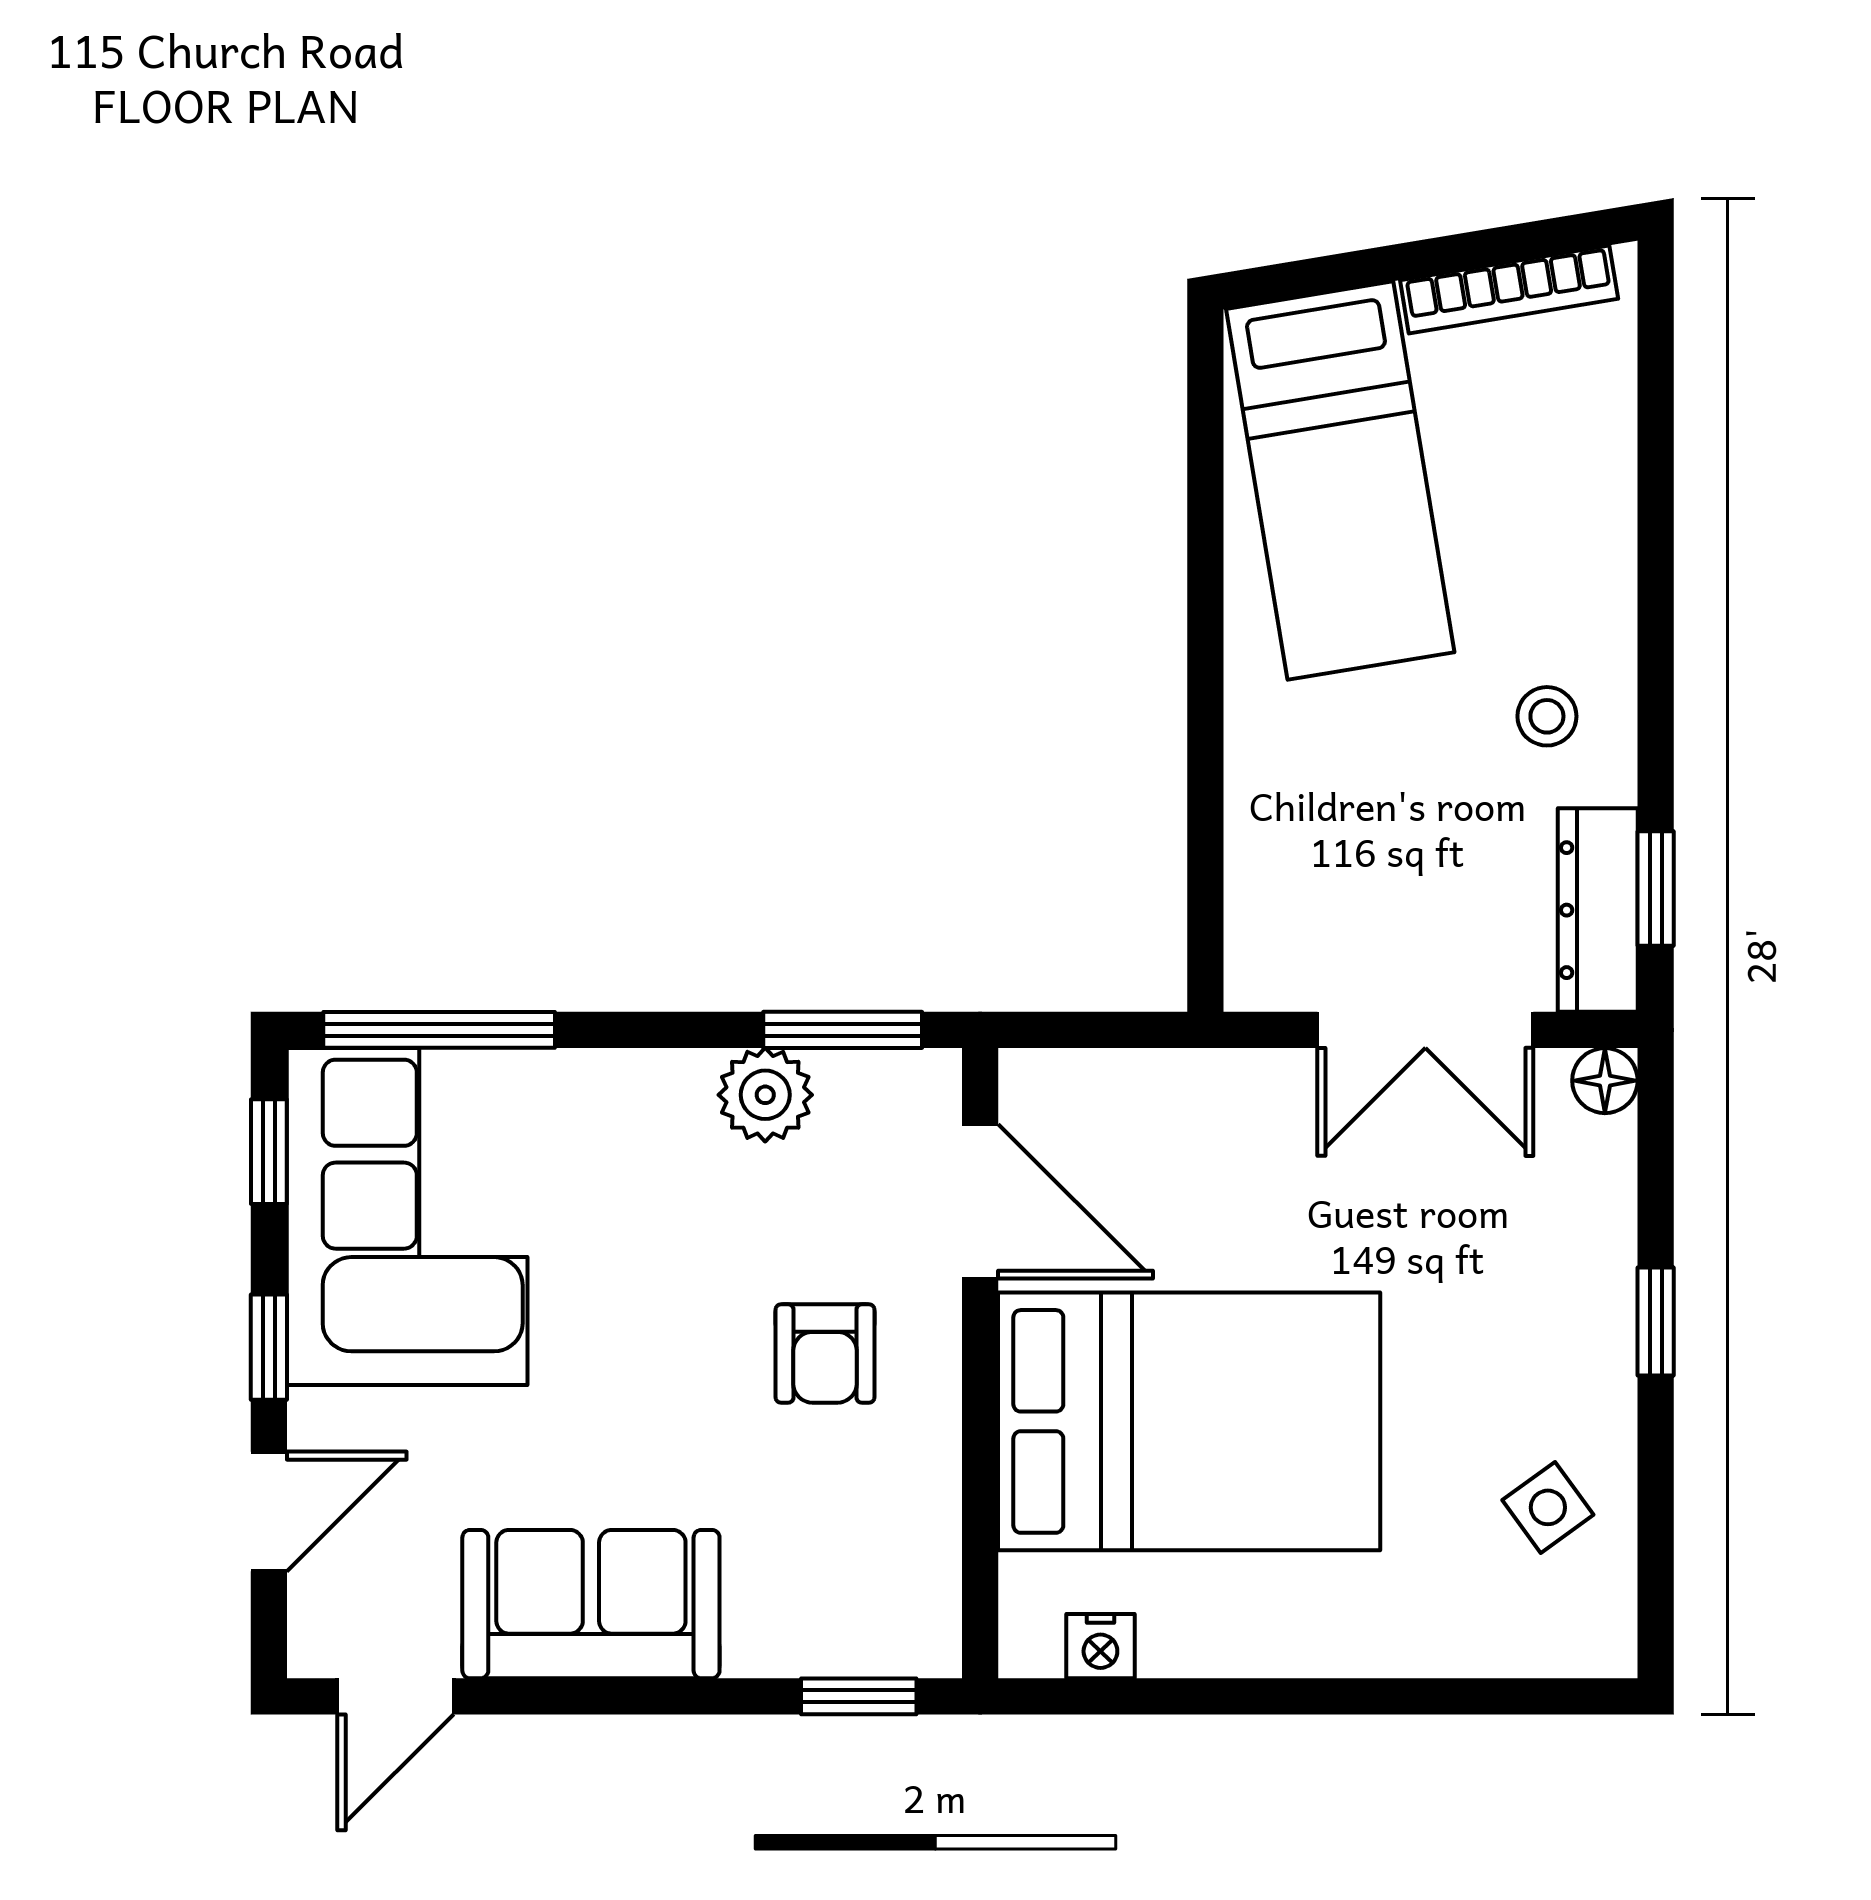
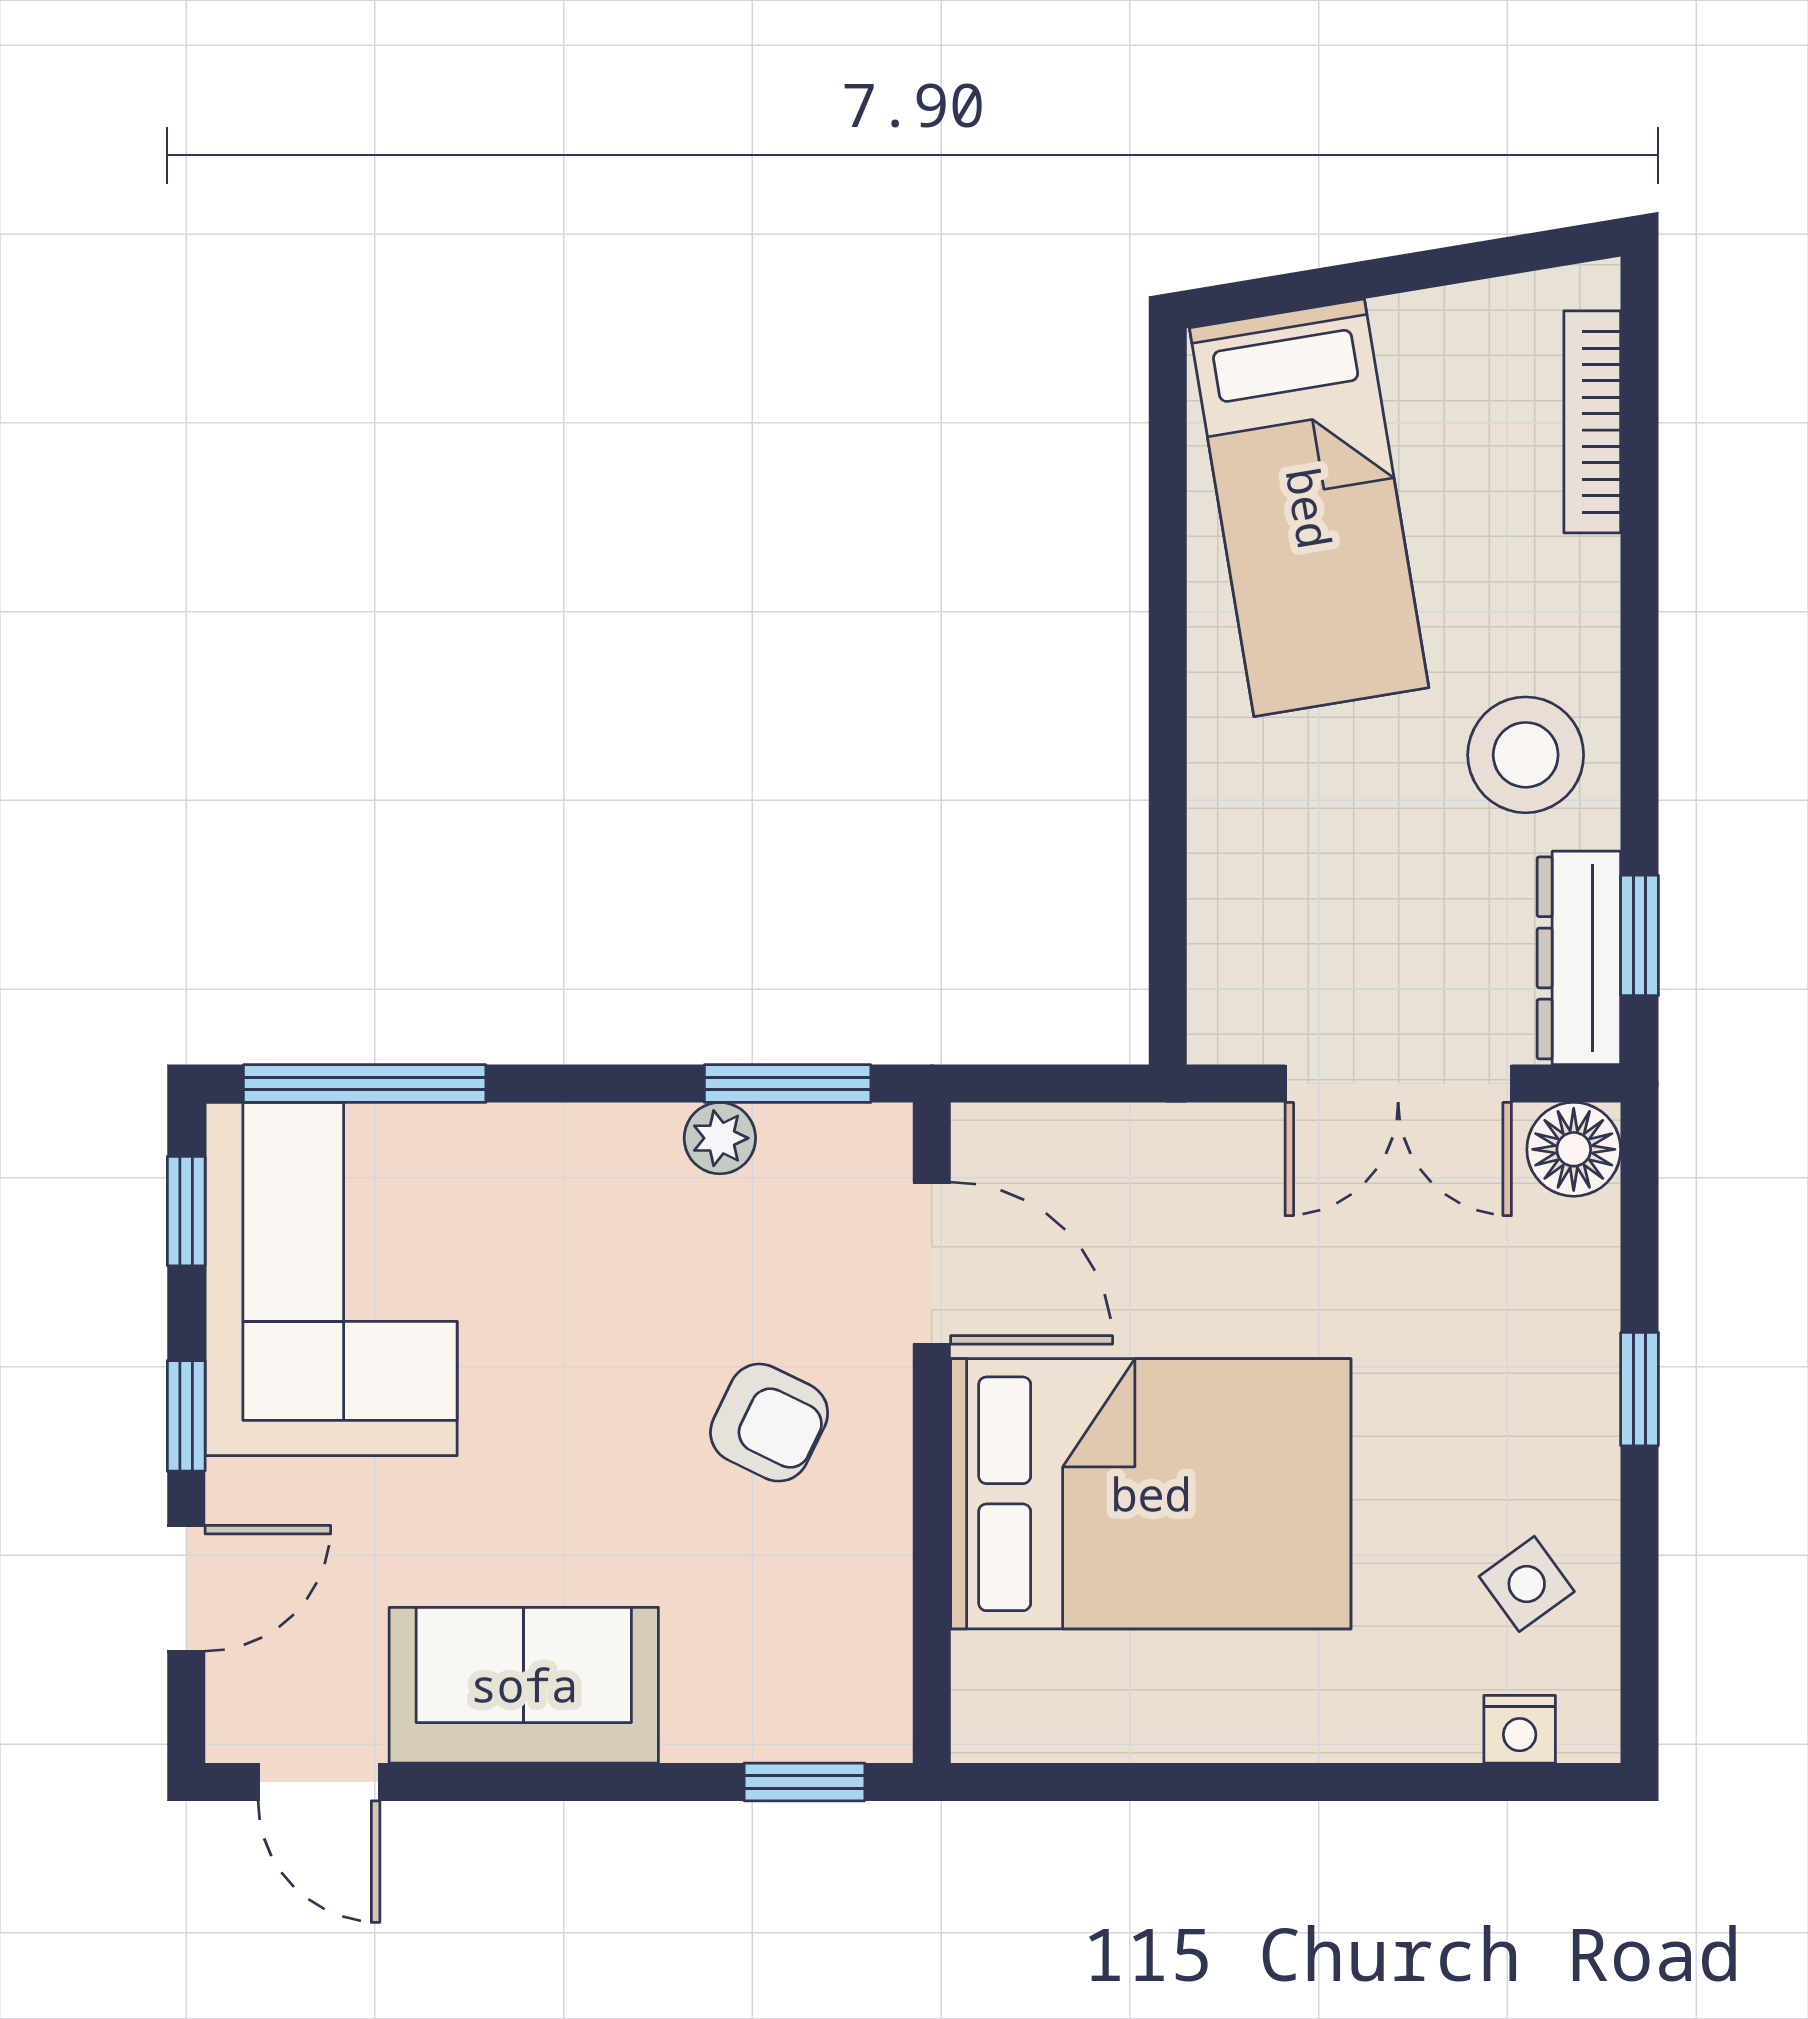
bookcase: (1509, 289) -> (1592, 422), moved, turned 99
stool: (1547, 716) -> (1526, 755), width x1.89, depth x1.89
floor lamp: (1605, 1081) -> (1574, 1149), width x1.37, depth x1.37
plant: (765, 1095) -> (720, 1138), width x0.73, depth x0.73
armchair: (825, 1353) -> (769, 1423), turned -64
nightstand: (1100, 1646) -> (1520, 1729), moved
door: (396, 1696) -> (319, 1782), hinge flipped

